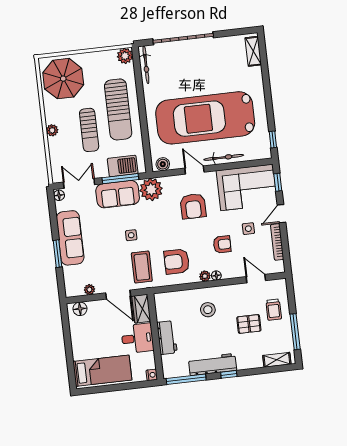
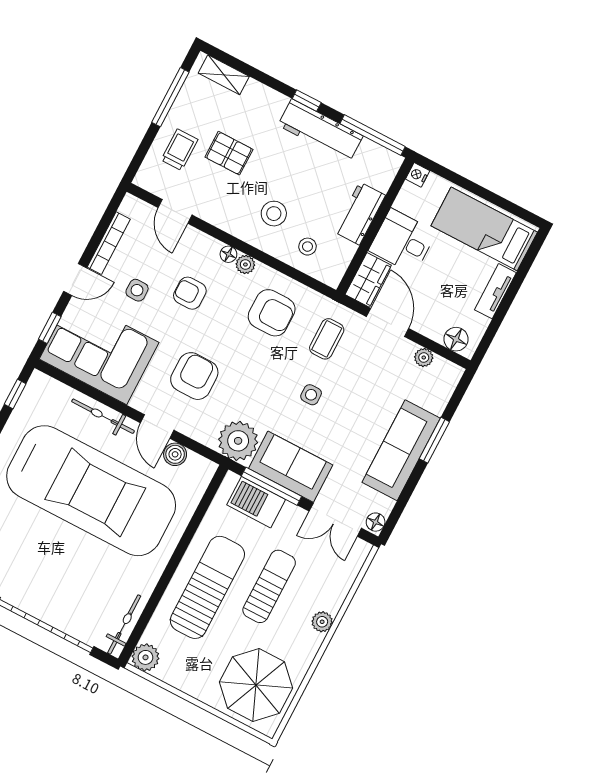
boiler: (163, 164) -> (175, 454), moved
coffee table: (142, 267) -> (327, 339), width x0.73, depth x0.77
stool: (181, 305) -> (307, 247), added
tv unit: (77, 345) -> (495, 291), added

